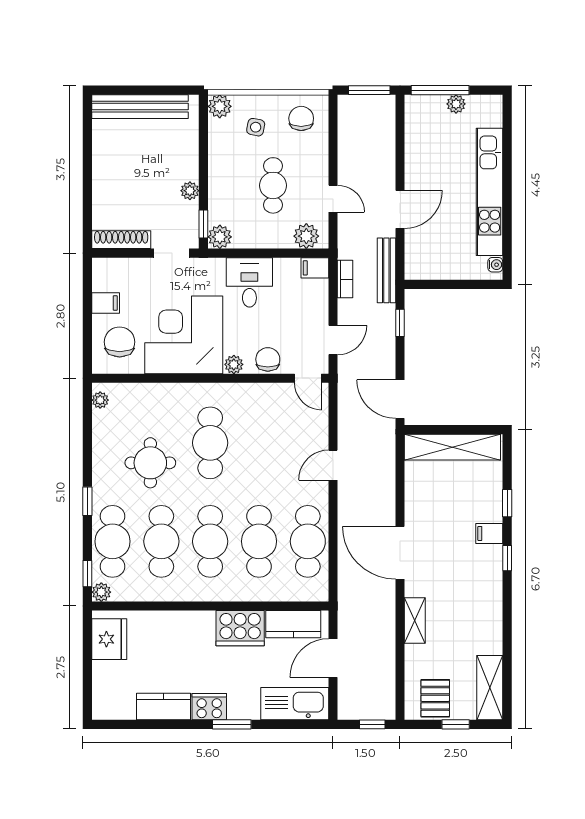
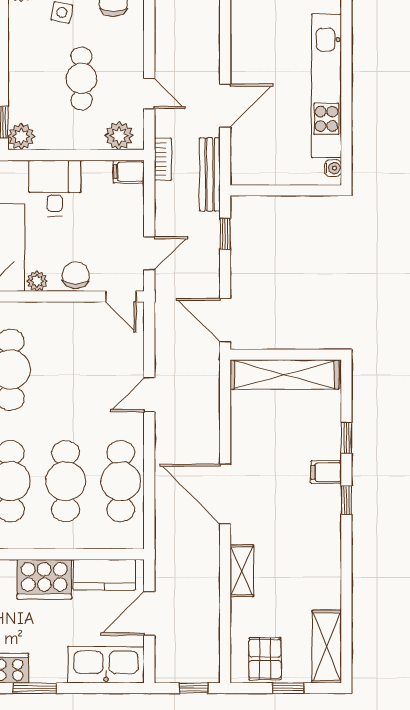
bookcase: (345, 279) -> (163, 159), moved

